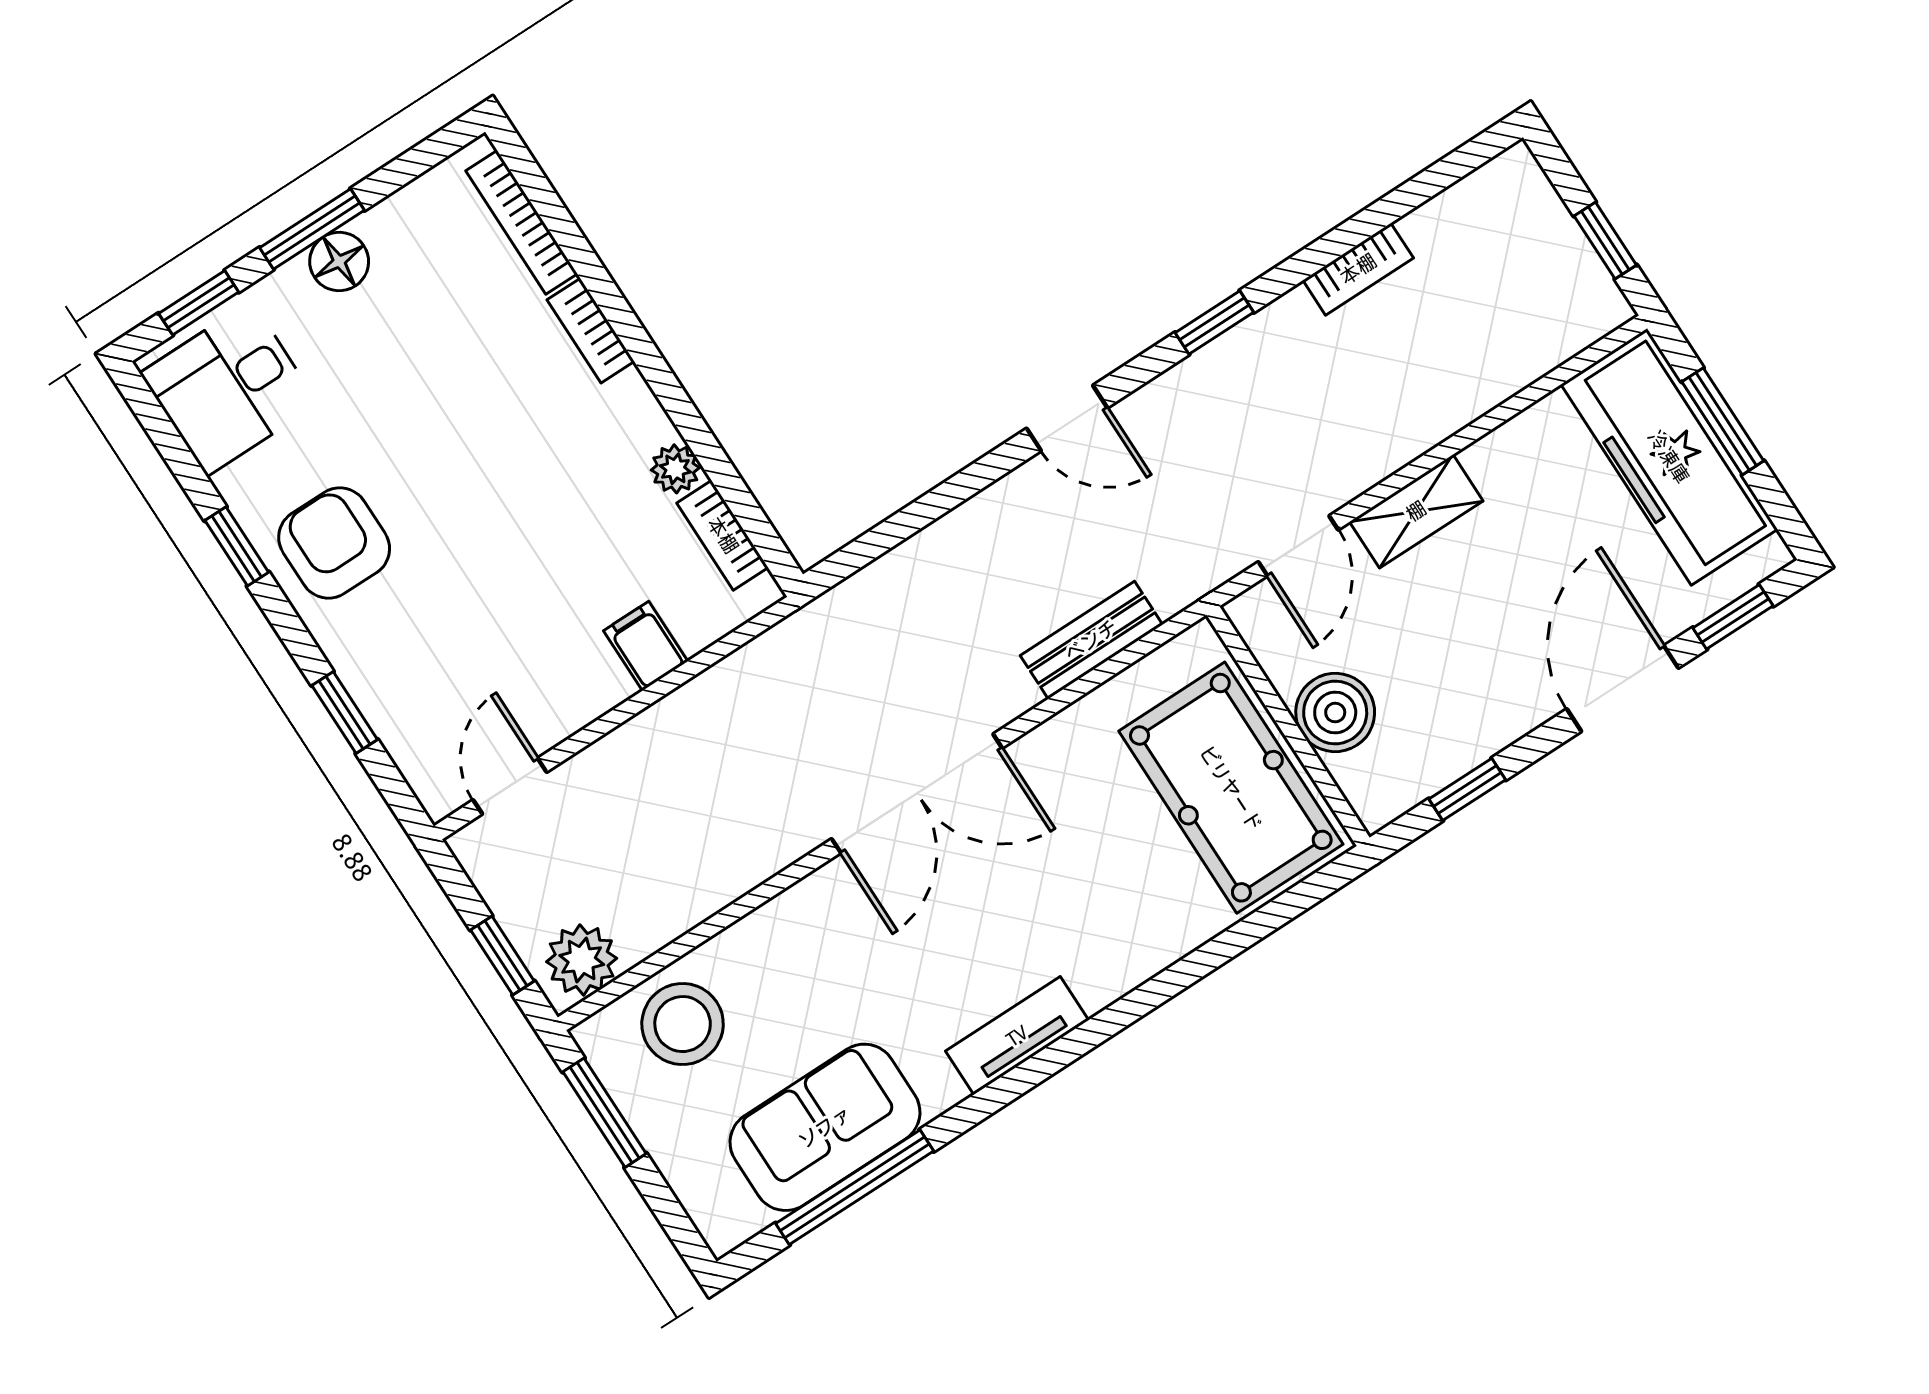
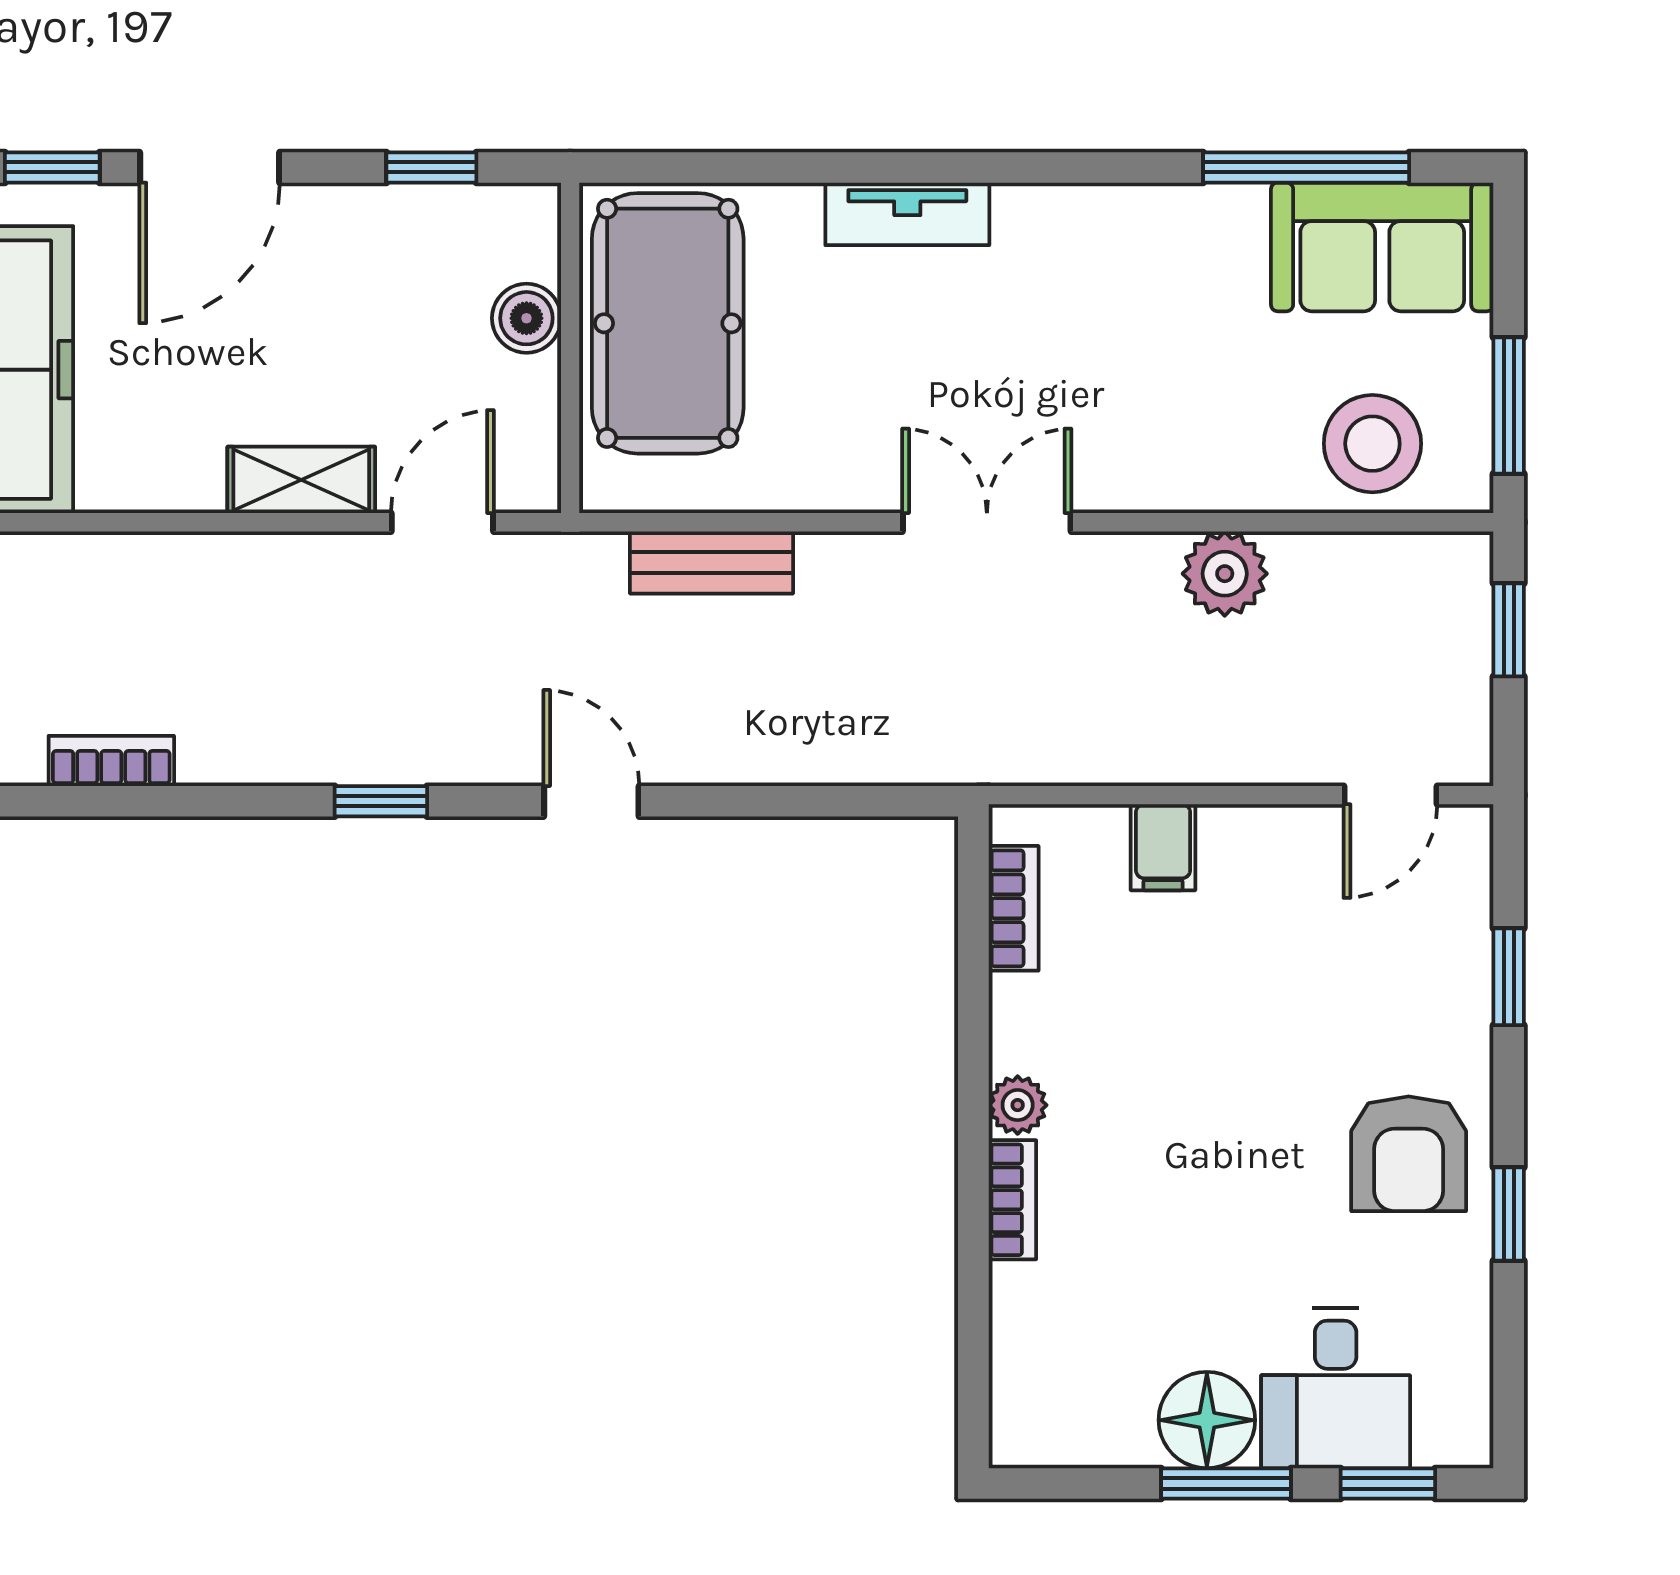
bookcase: (522, 222) -> (1011, 1354), removed
floor lamp: (339, 262) -> (1207, 1420), width x1.38, depth x1.38
bookcase: (1358, 269) -> (111, 761), moved
desk: (229, 388) -> (1336, 1388), moved, turned 90
plant: (675, 469) -> (1018, 1105), moved
boiler: (1335, 712) -> (526, 318), width x0.73, depth x0.73
double door: (917, 794) -> (987, 522), width x0.73
plant: (582, 960) -> (1225, 574), moved
tv unit: (1017, 1036) -> (907, 214), moved
sofa: (825, 1127) -> (1382, 247), moved

